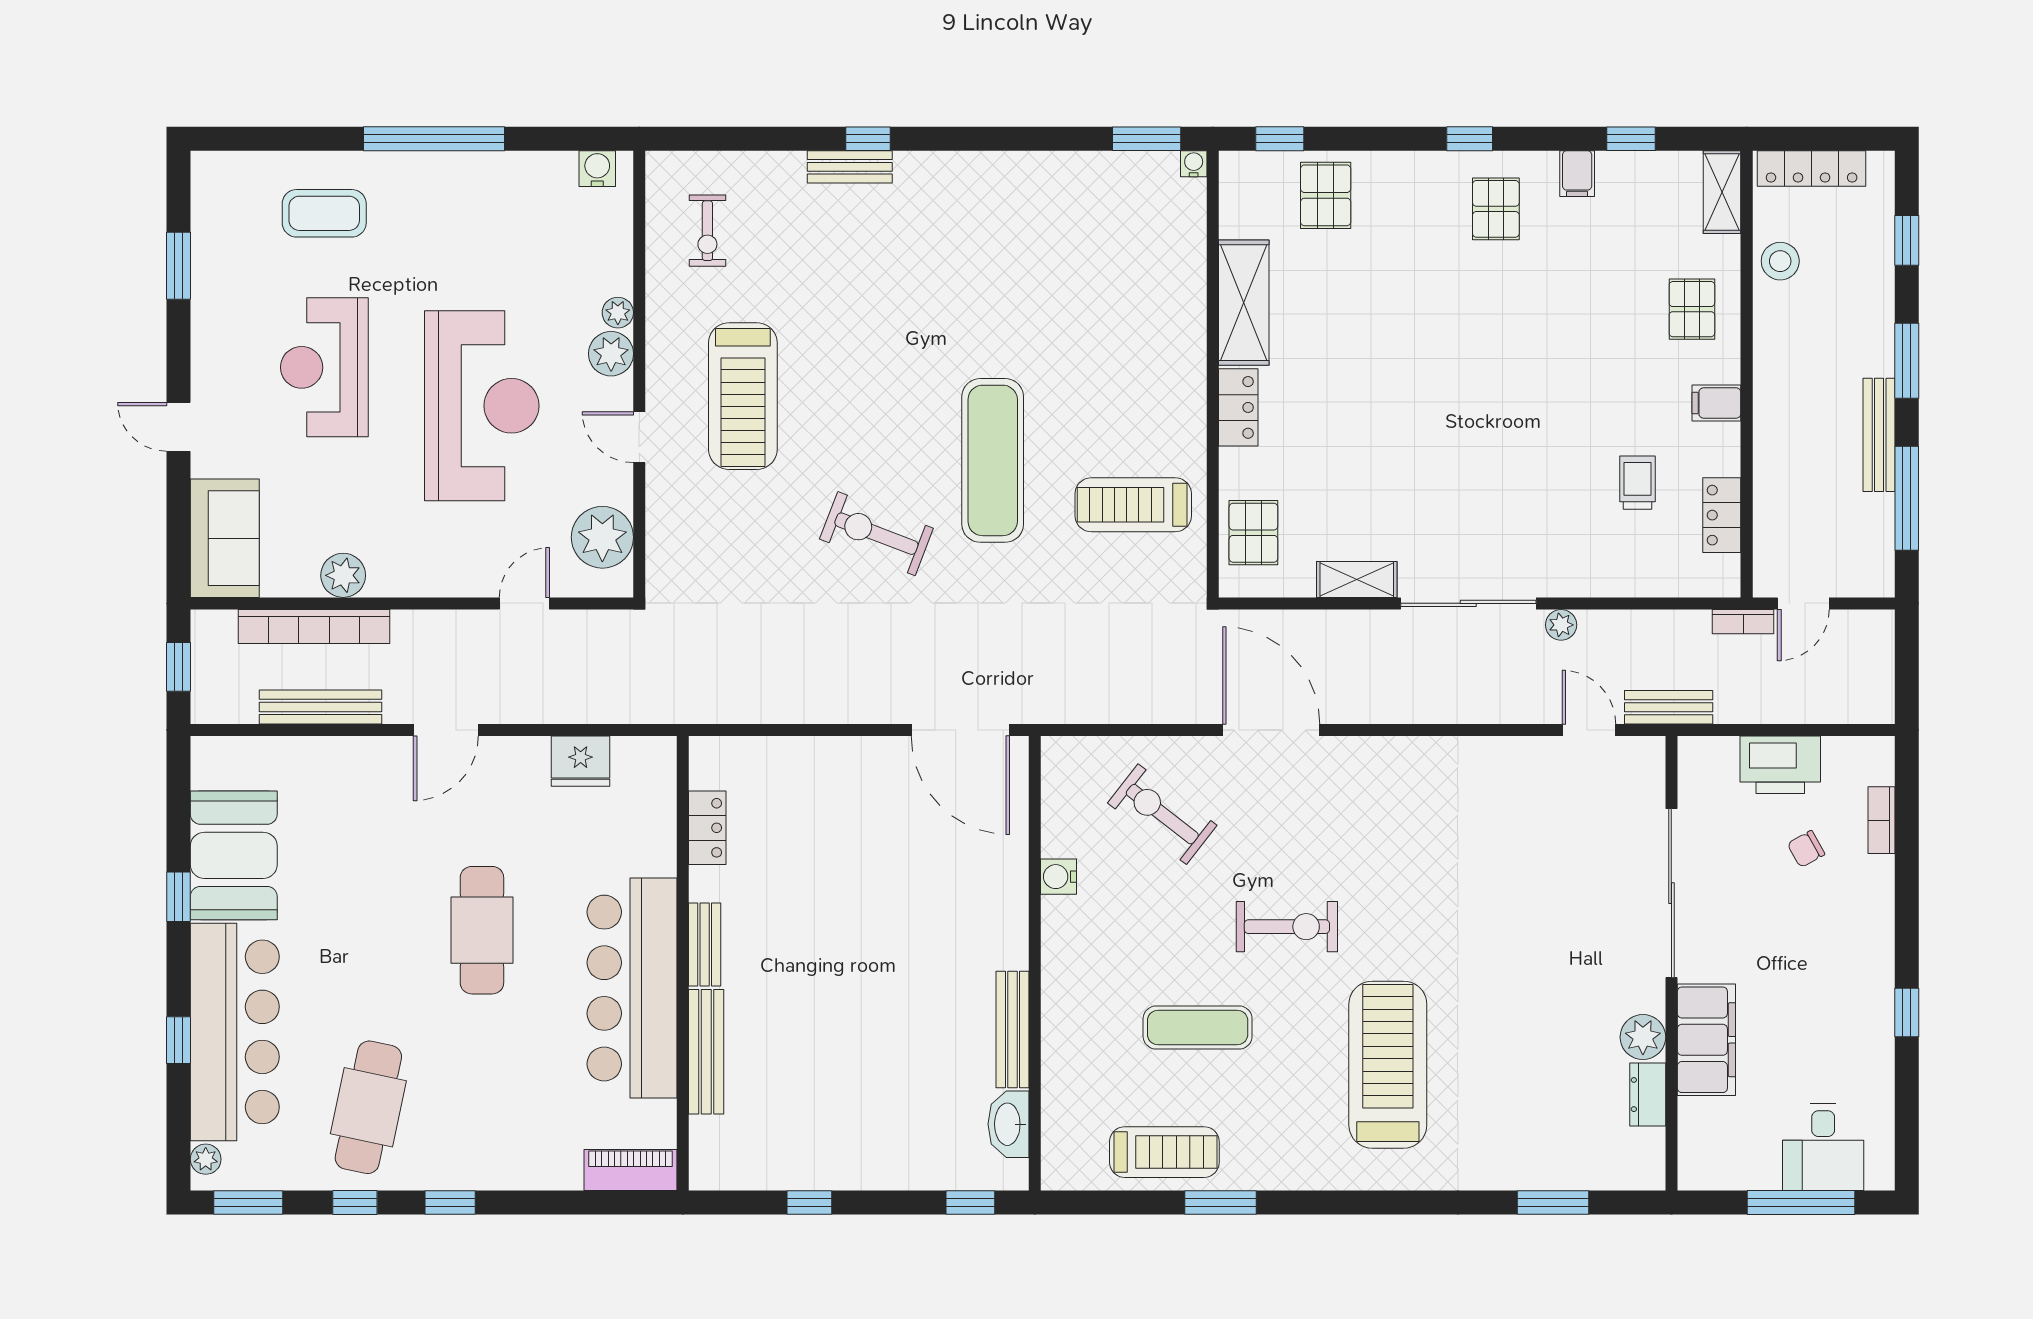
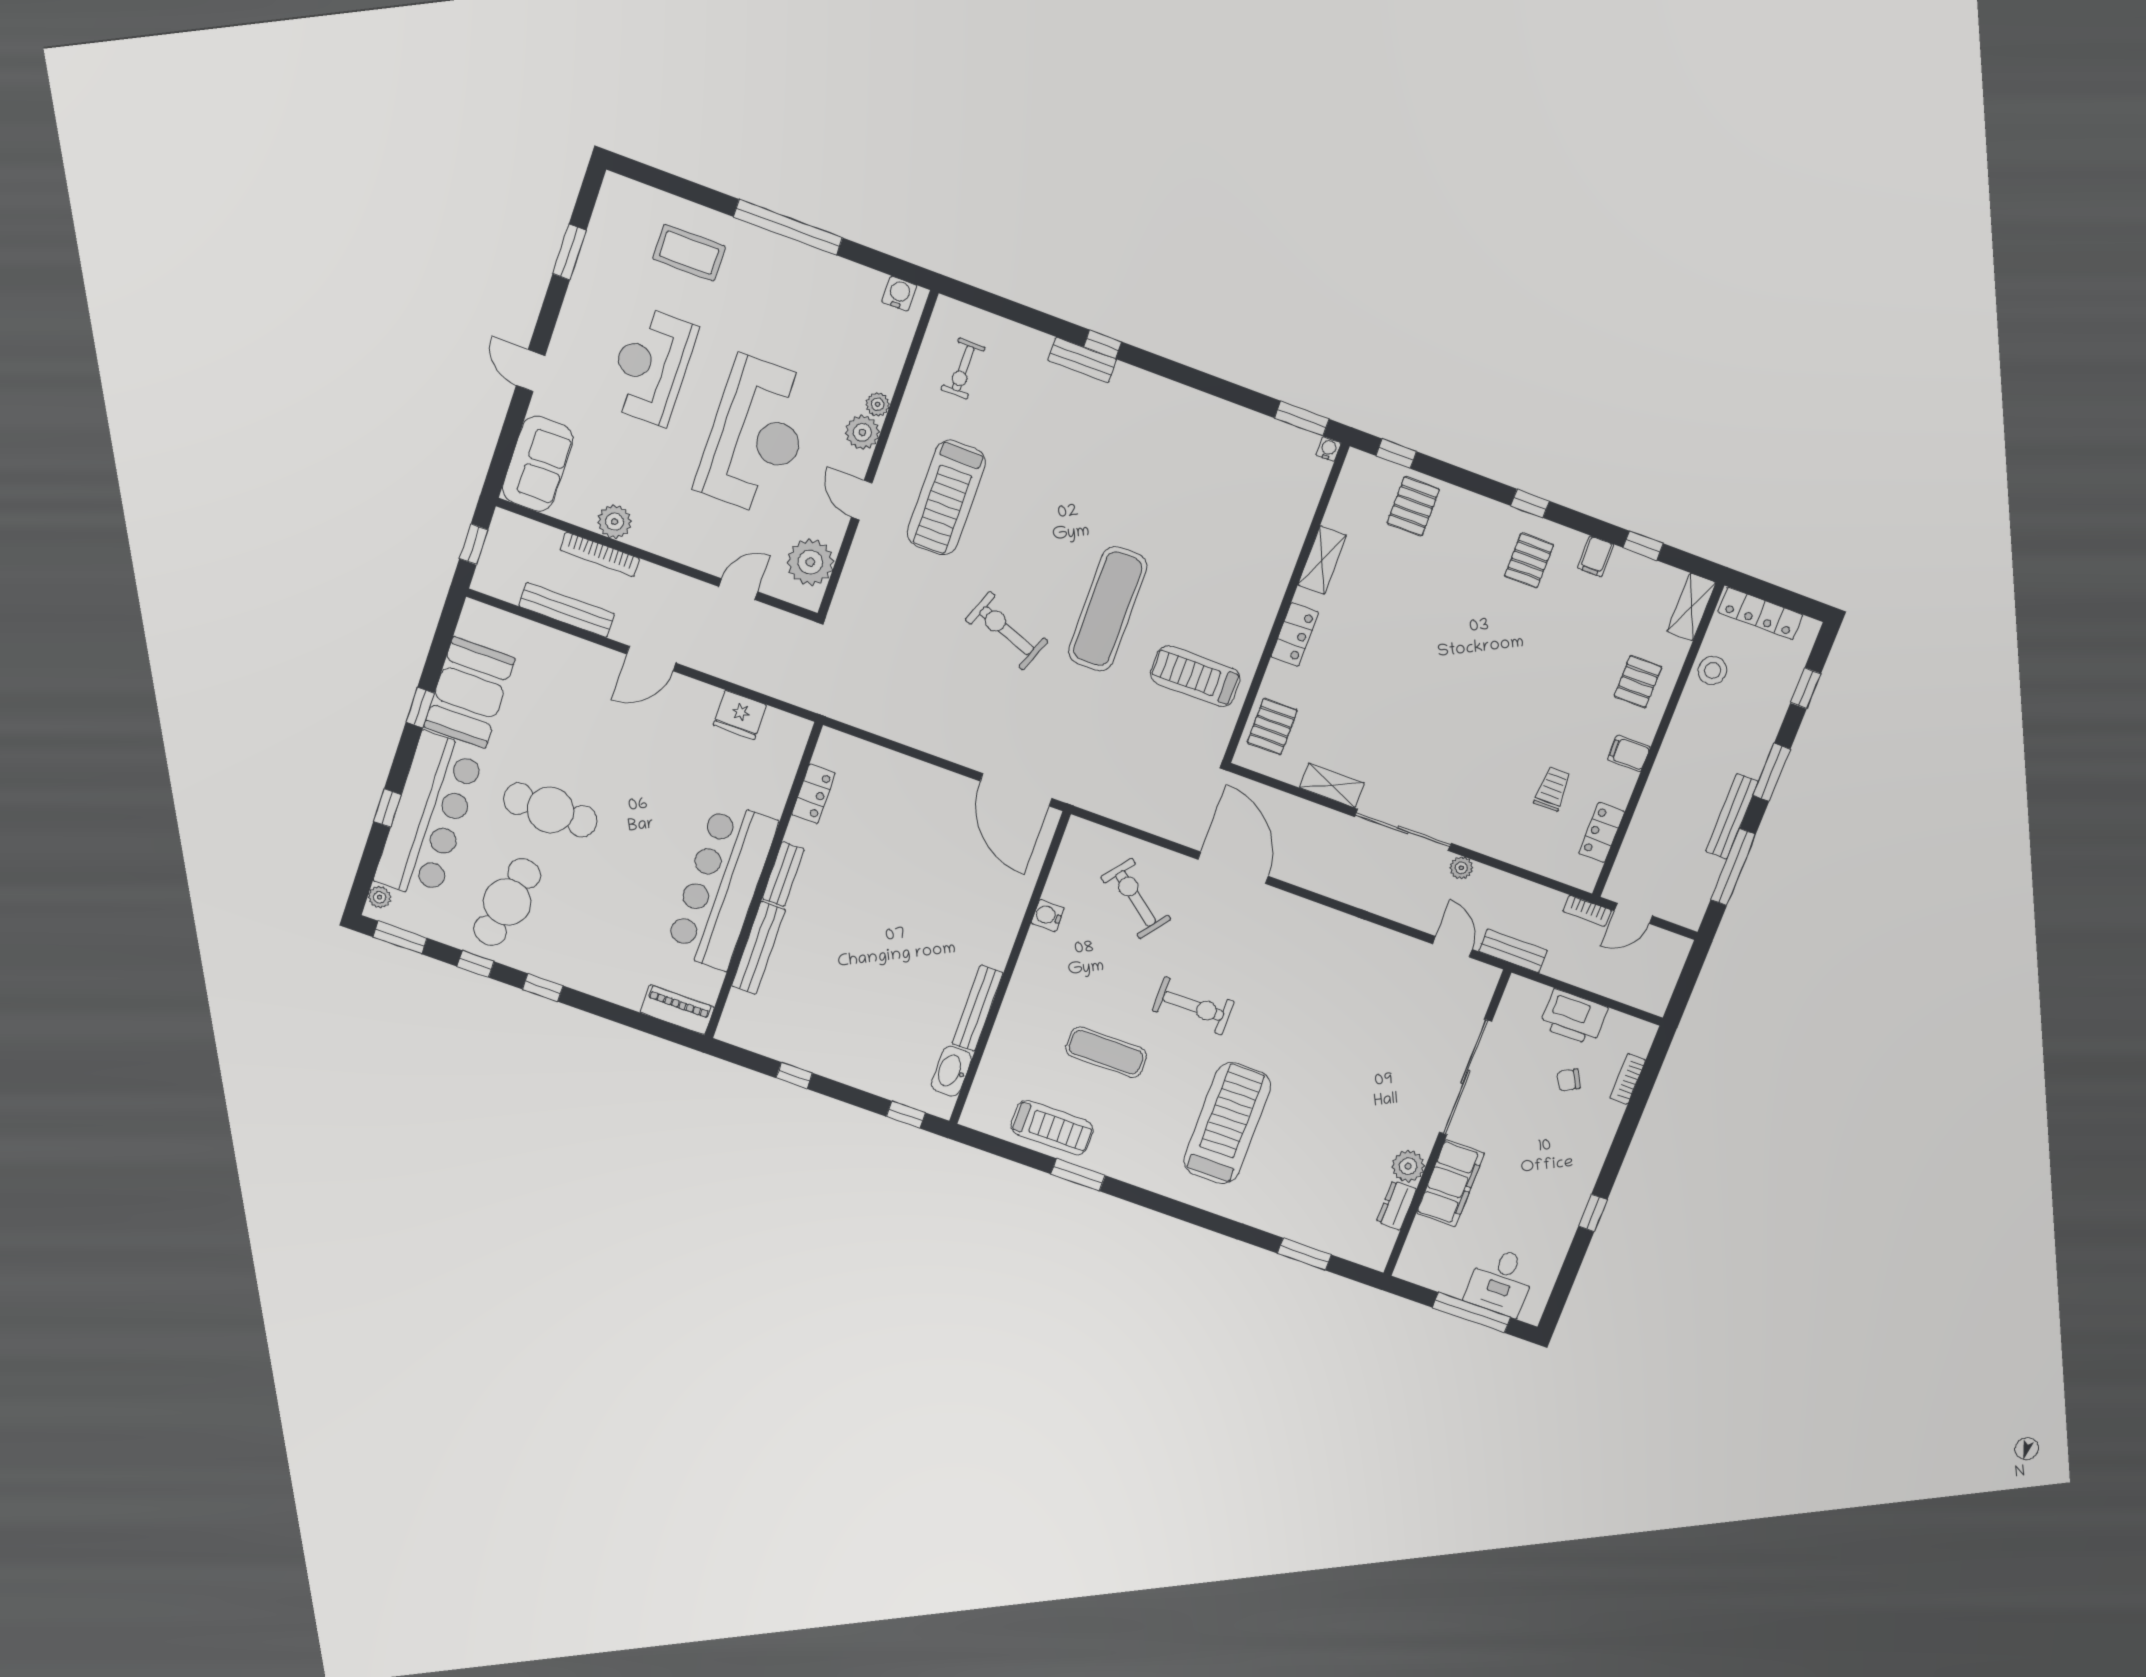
shelving: (1244, 303) -> (1322, 560), width x0.67, depth x0.75
bookcase: (314, 627) -> (600, 554), width x0.68, depth x0.76
cafe table: (482, 930) -> (550, 810), moved, turned 90

